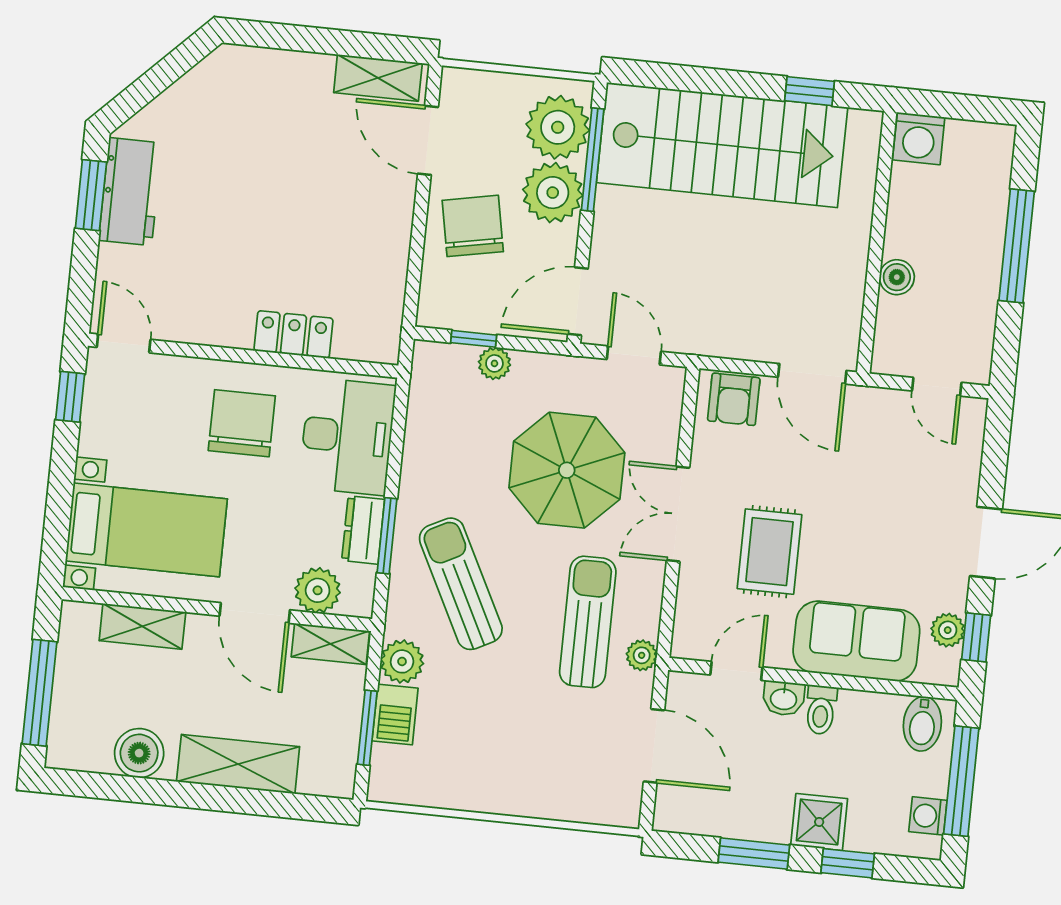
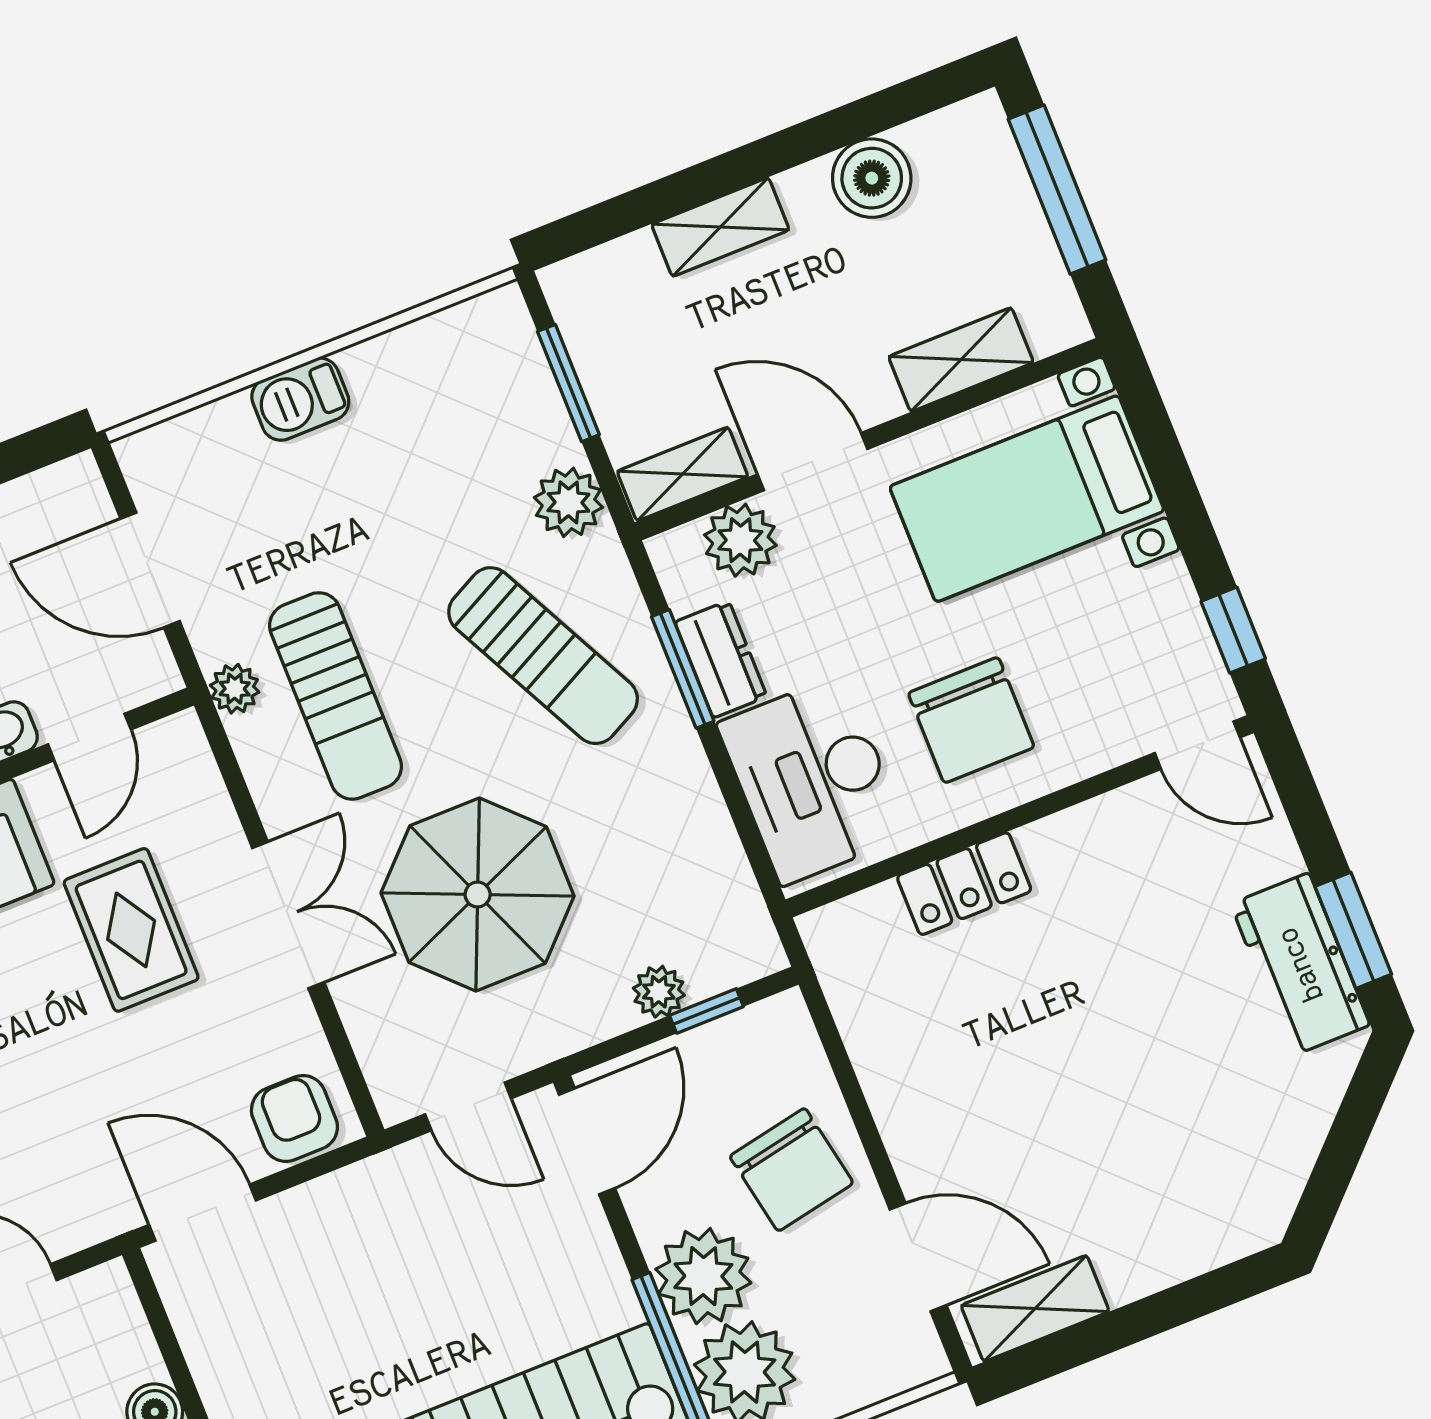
barbecue: (395, 715) -> (300, 399), moved, turned -90
shelving: (238, 764) -> (720, 227), width x0.67, depth x0.75

